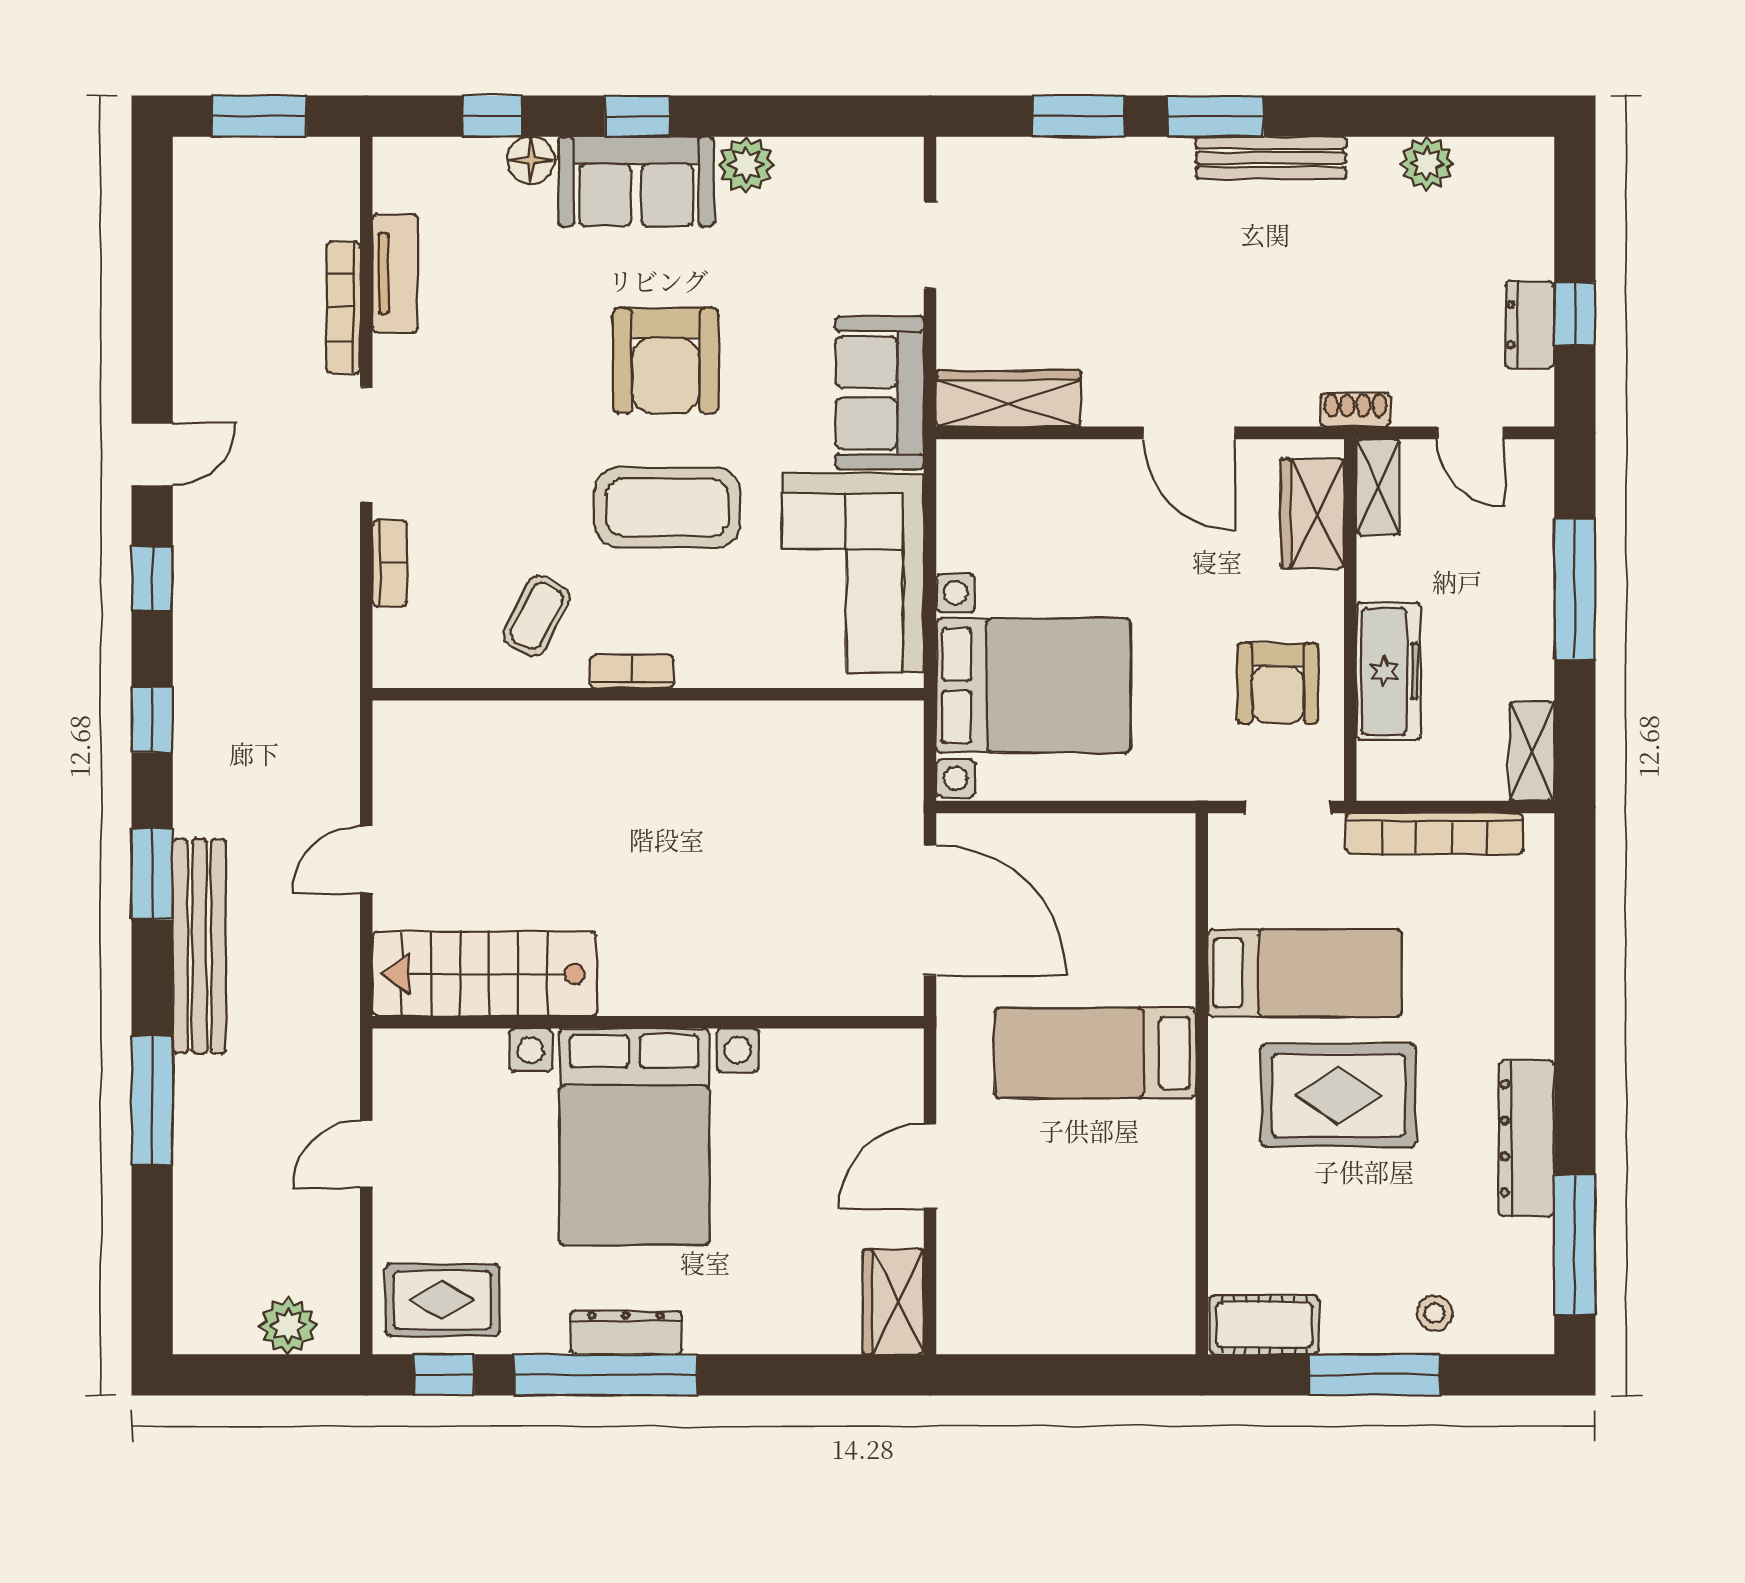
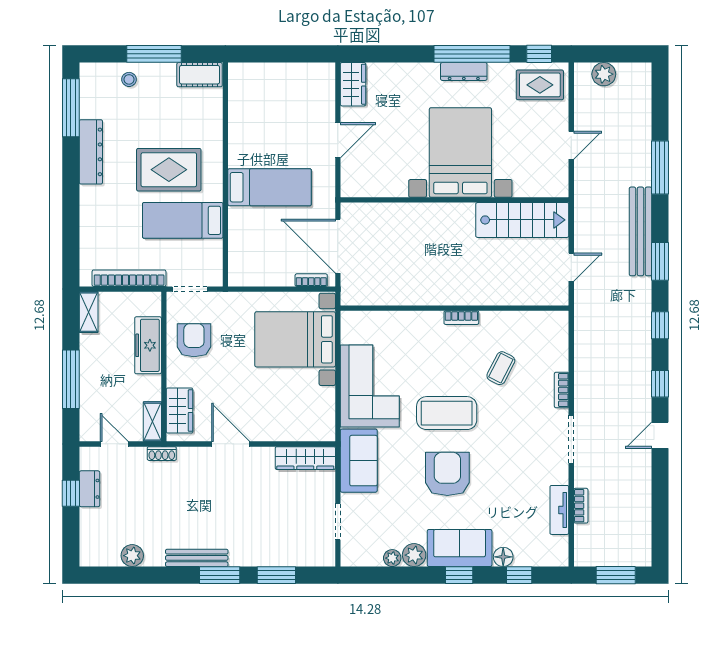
plant: (799, 157) -> (392, 558), added
bookcase: (343, 308) -> (581, 506), width x0.64
bookcase: (632, 671) -> (461, 318), moved
wall: (648, 694) -> (455, 308), moved
bookcase: (994, 829) -> (311, 280), added

